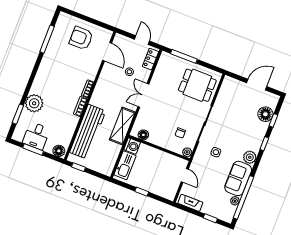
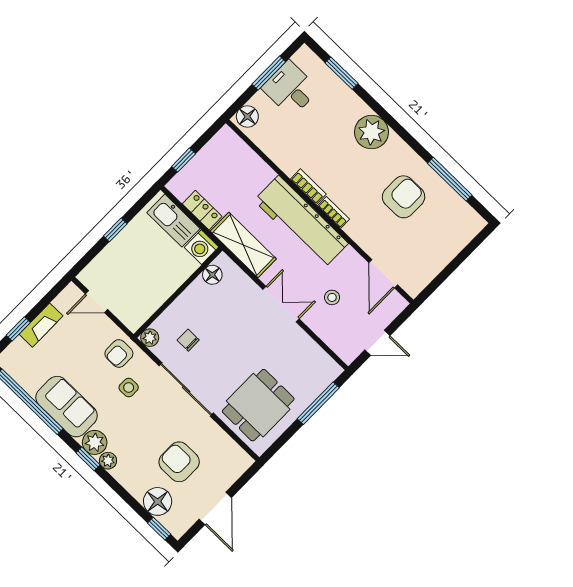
armchair: (81, 38) -> (404, 197), moved
door: (107, 52) -> (383, 274), hinge flipped
locker: (150, 59) -> (202, 210), moved
plant: (34, 103) -> (371, 132), moved
armchair: (242, 112) -> (179, 462), added
window: (273, 120) -> (159, 529), moved
workbench: (88, 132) -> (301, 222), moved
window: (264, 144) -> (88, 459), moved
armchair: (201, 164) -> (119, 353), added
window: (78, 167) -> (184, 160), moved
door: (185, 175) -> (97, 302), moved
plant: (235, 201) -> (108, 461), moved
fireplace: (190, 203) -> (41, 325), moved

